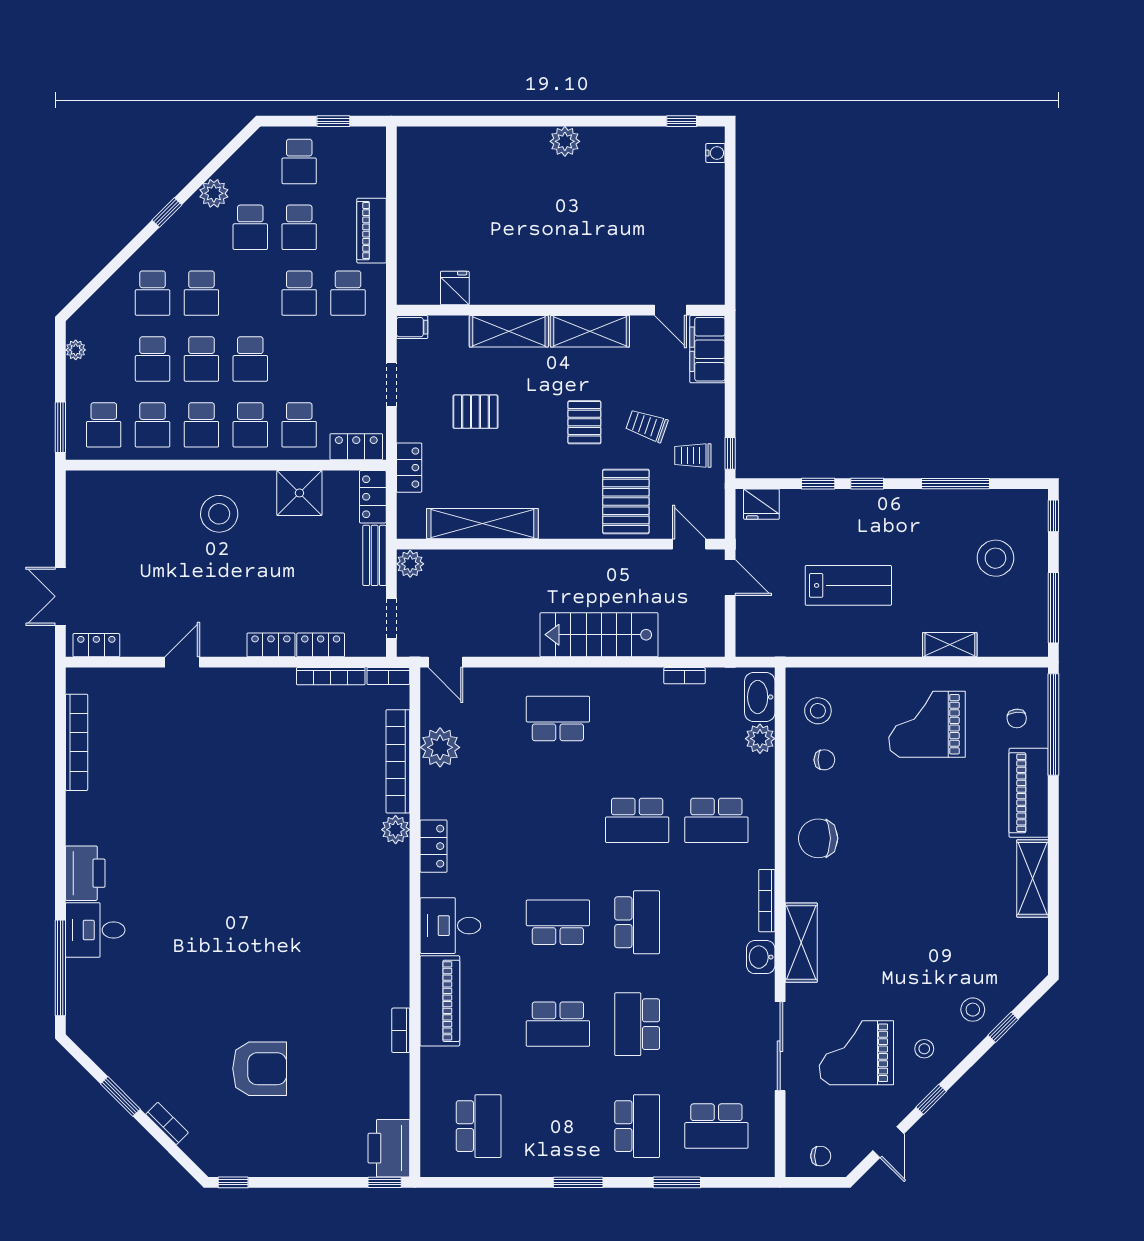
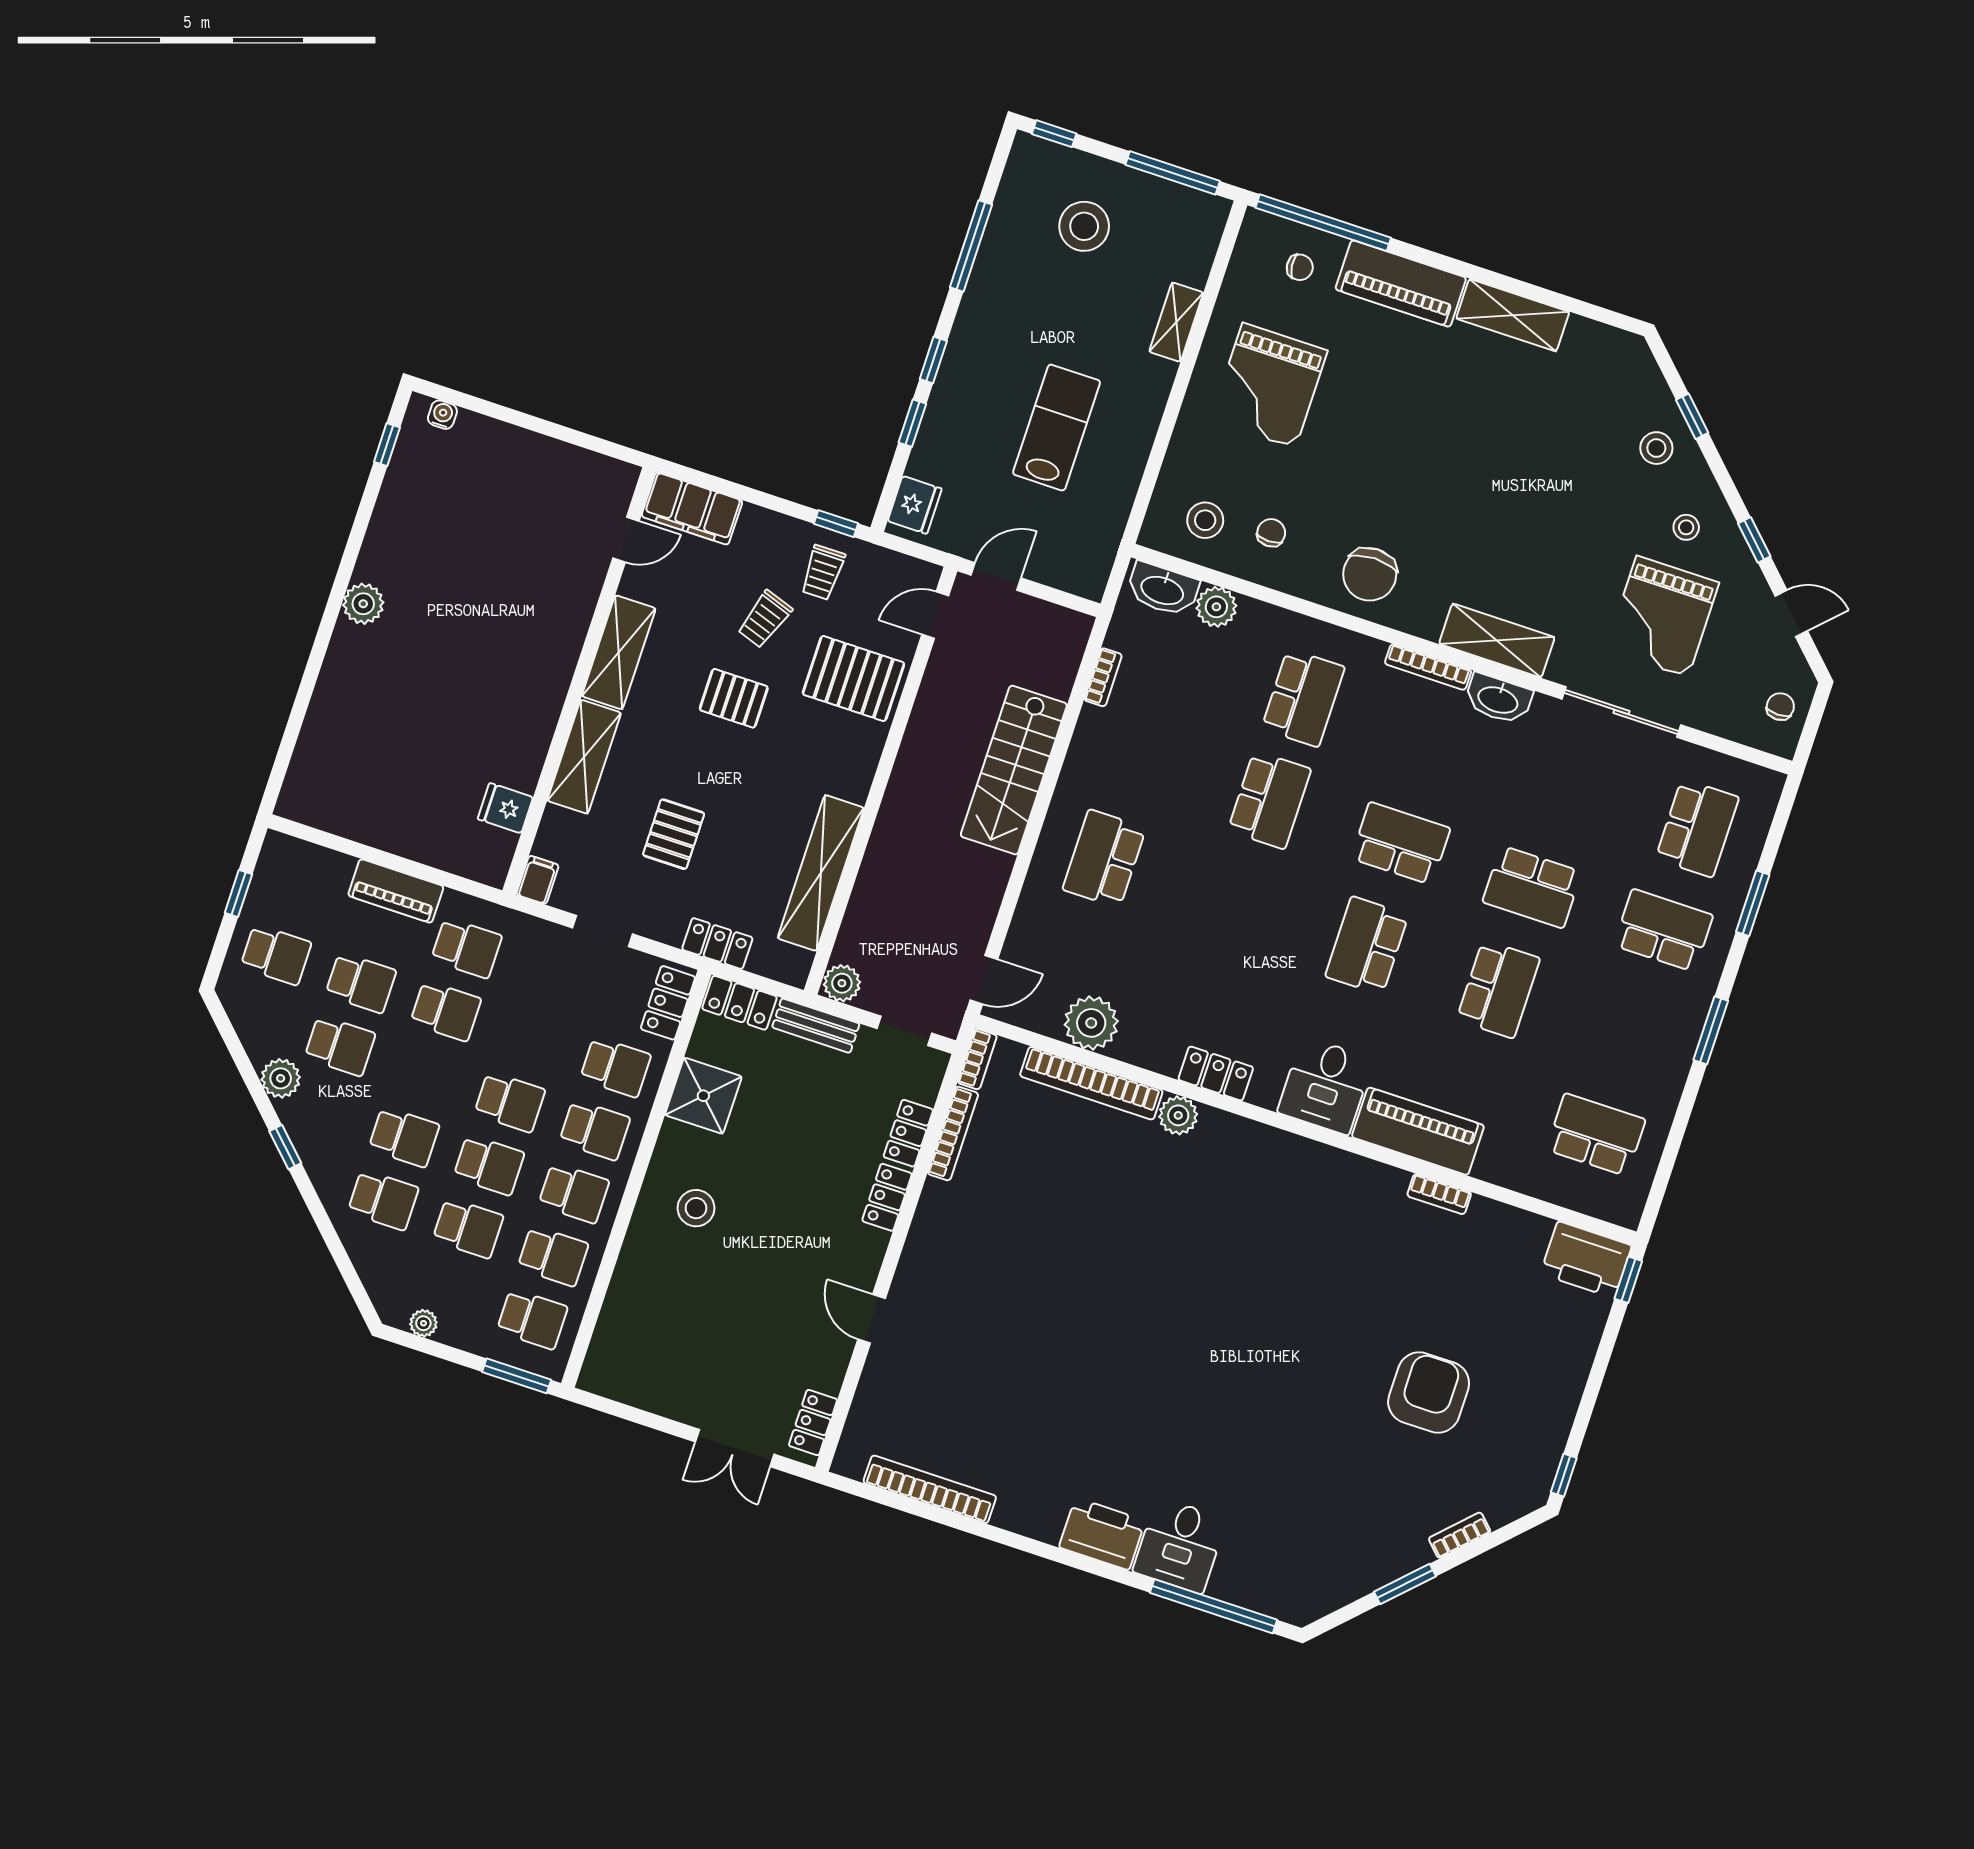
stool: (219, 514) -> (696, 1208), width x0.73, depth x0.73
washbasin: (761, 957) -> (1498, 699), width x1.38

